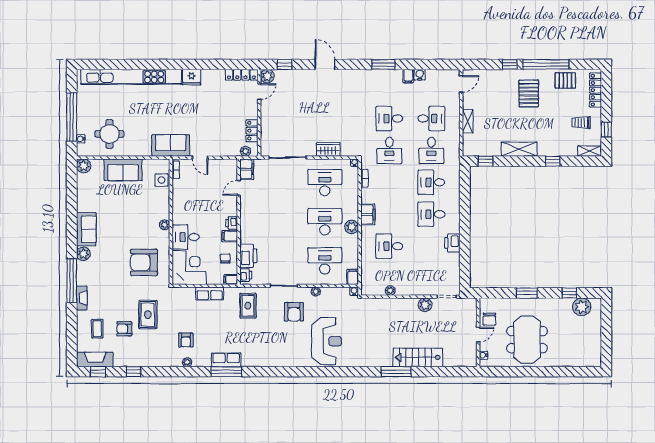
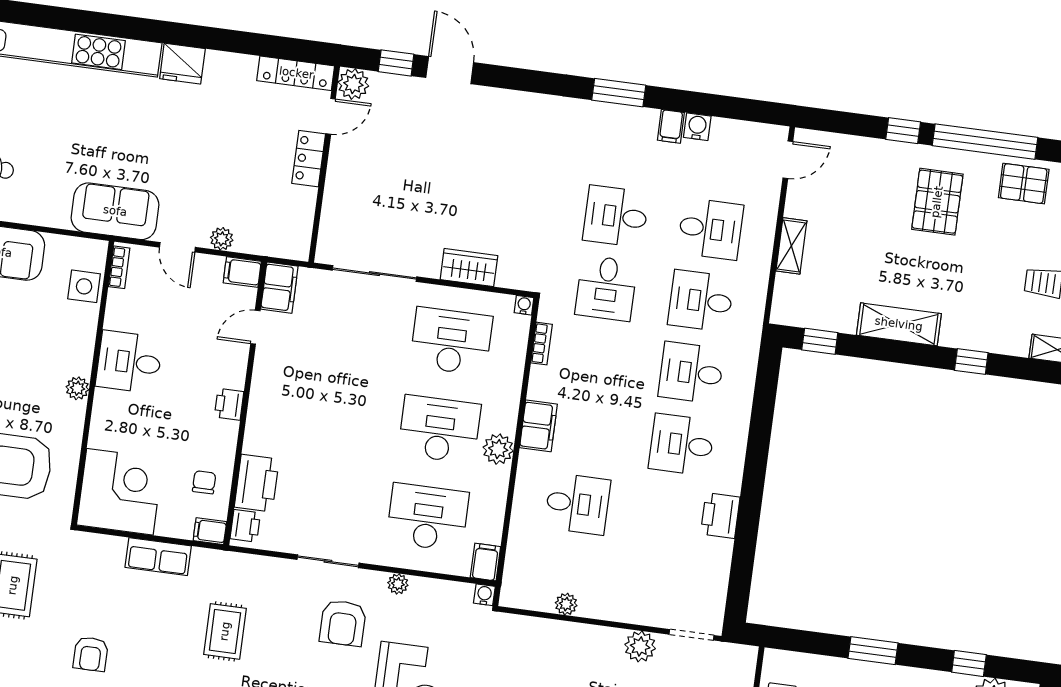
door: (325, 64) -> (450, 70), moved
locker: (252, 131) -> (309, 159), moved
desk: (431, 150) -> (701, 301), turned 90
plant: (245, 151) -> (222, 239), moved
filing cabinet: (230, 236) -> (242, 272), moved
desk: (186, 237) -> (129, 362), moved
desk: (389, 246) -> (577, 504), turned 180
rug: (248, 306) -> (225, 631), moved

